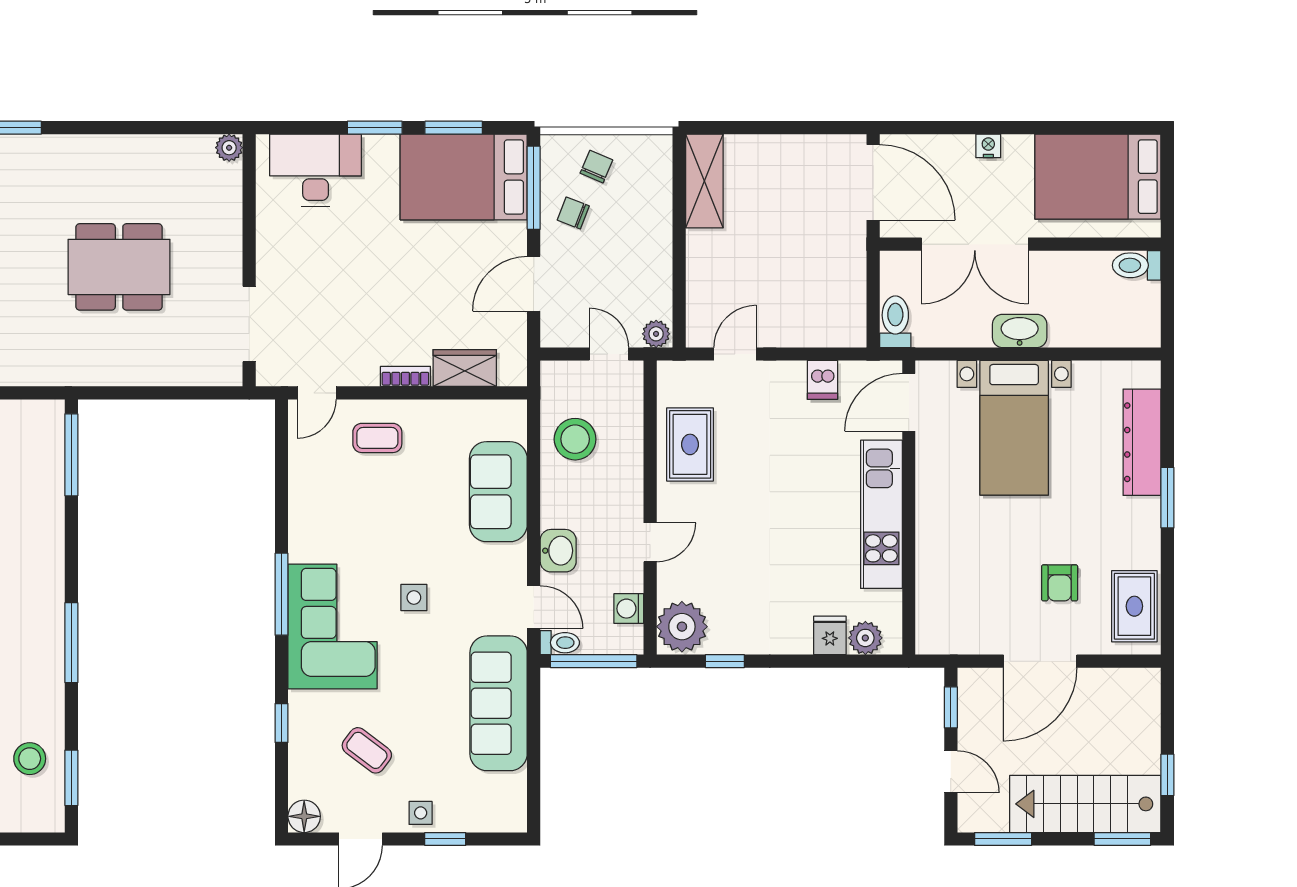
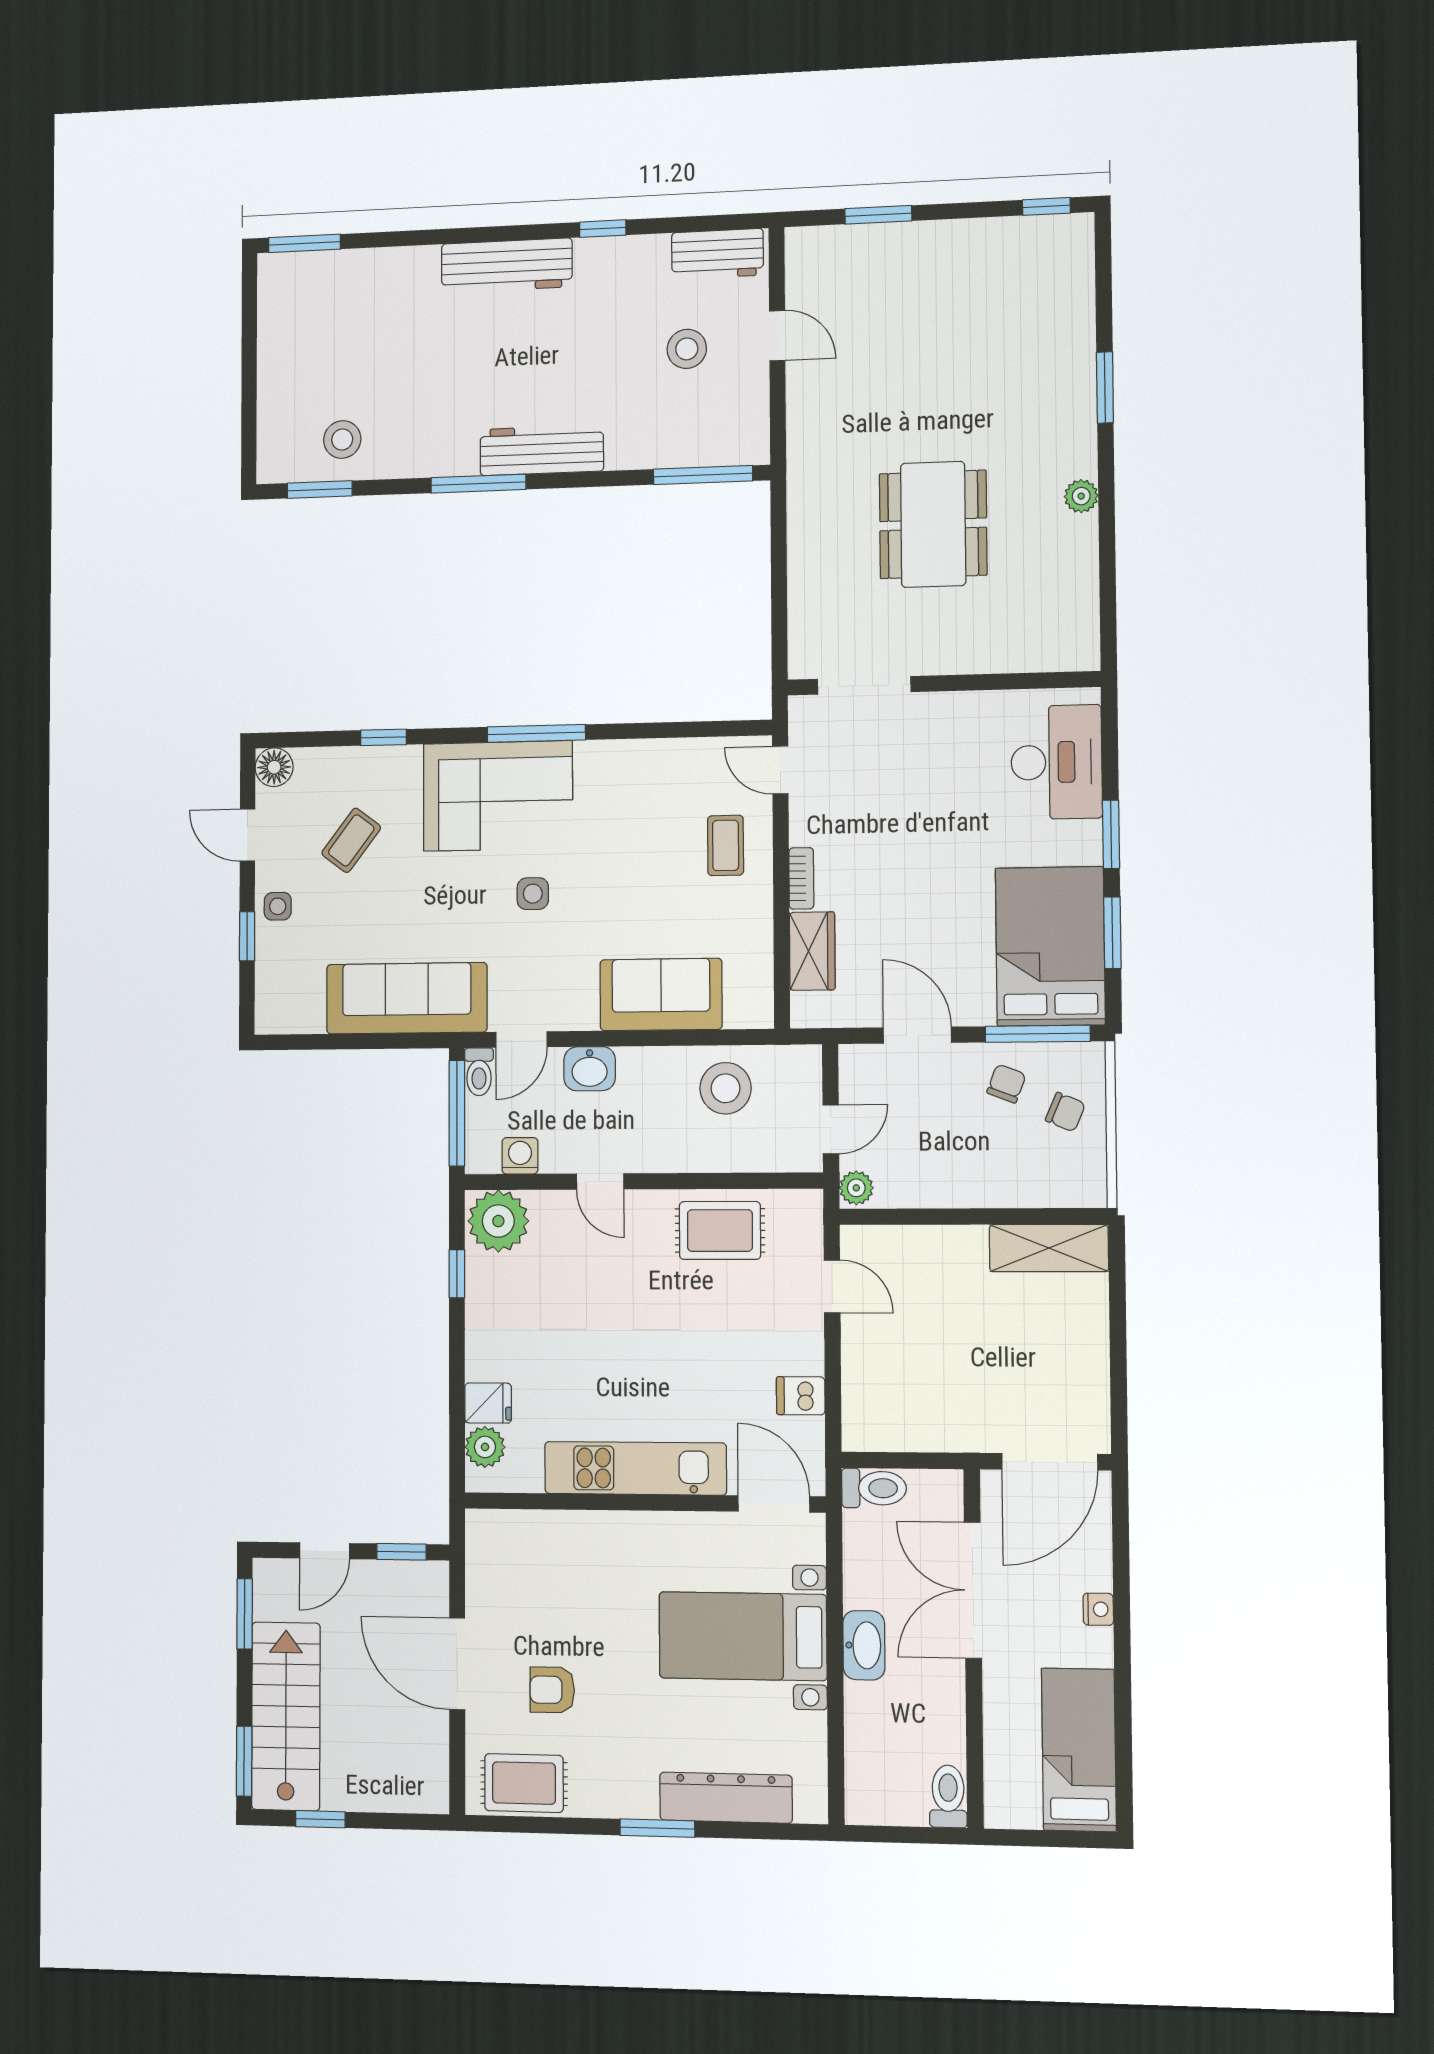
plant: (229, 148) -> (1081, 496), moved
bed: (1098, 177) -> (1079, 1750), width x0.67
workbench: (45, 589) -> (542, 450), added

